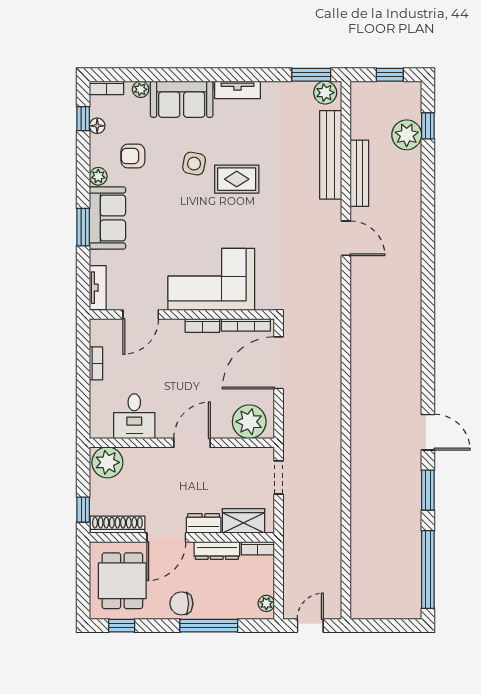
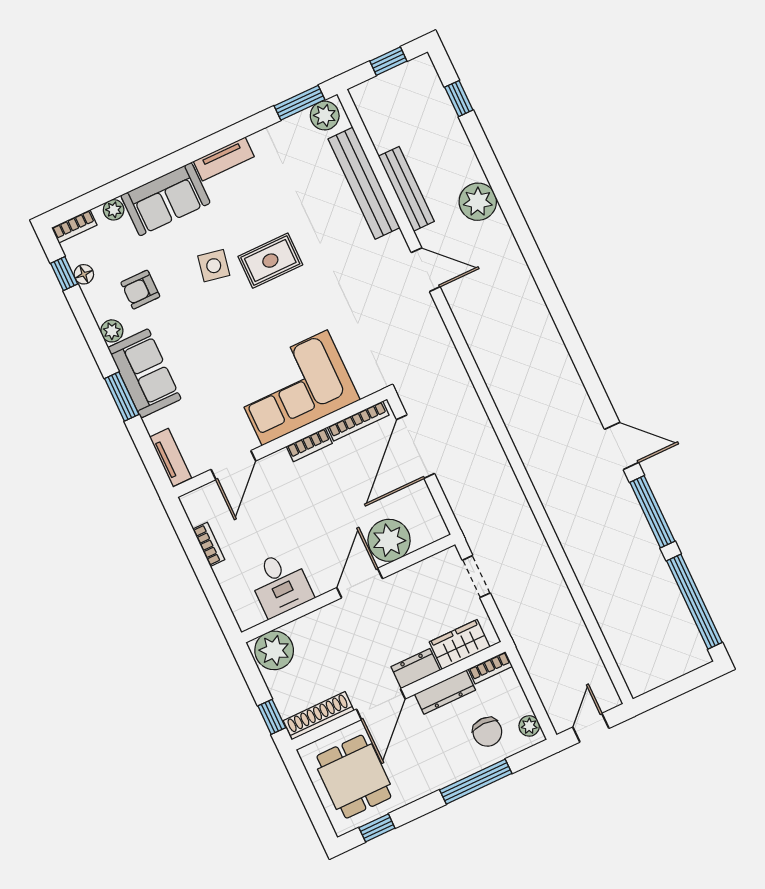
plant: (407, 135) -> (478, 202), moved
plant: (249, 422) -> (389, 540), moved
window: (428, 490) -> (652, 512), width x1.44
chair: (181, 603) -> (487, 732), moved, turned -90

